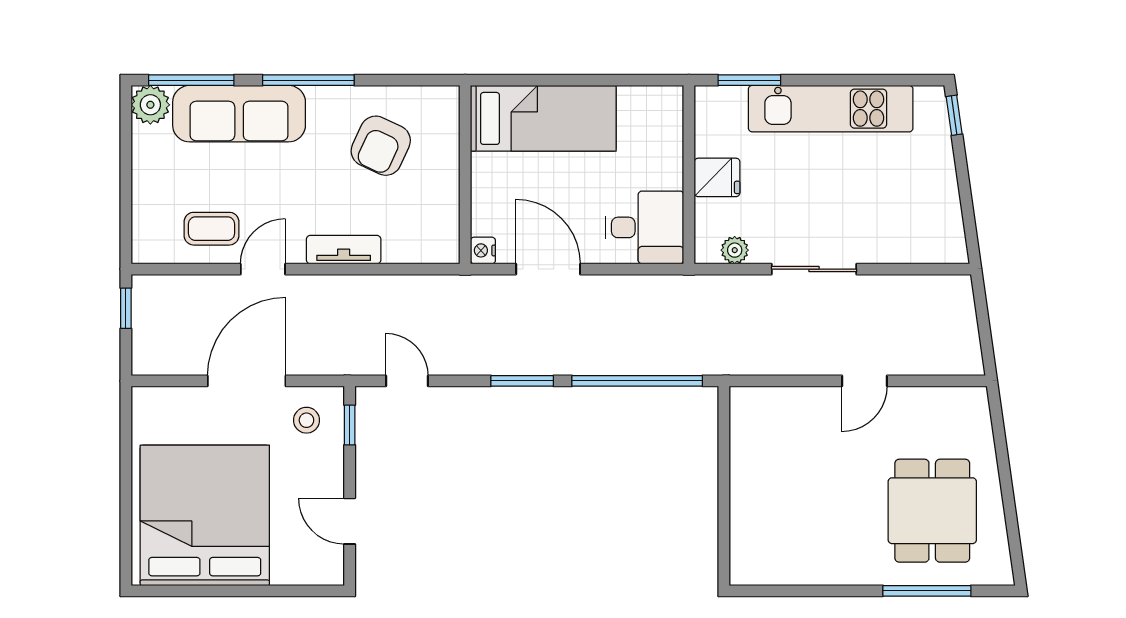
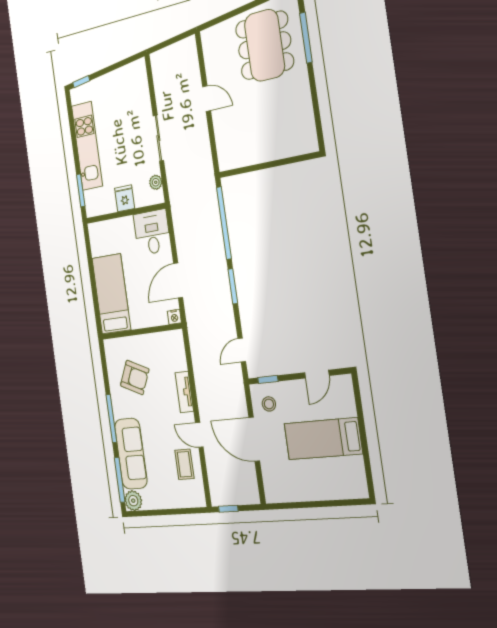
dining table: (932, 511) -> (265, 45), width x1.38
bed: (205, 515) -> (323, 439), width x0.49

